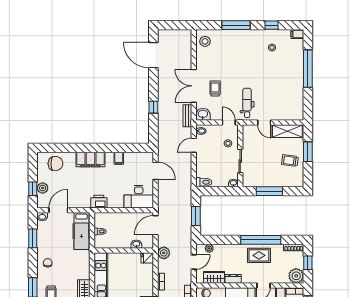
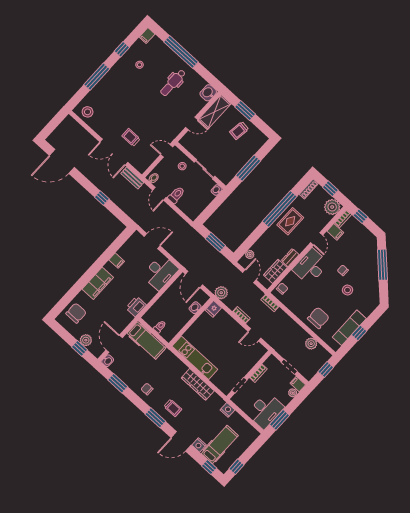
dental chair: (247, 103) -> (173, 83), moved, turned -90
washbasin: (203, 114) -> (208, 93), moved
toilet: (204, 182) -> (176, 195), moved

